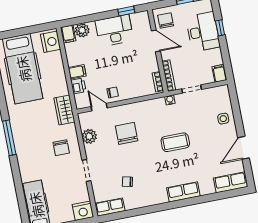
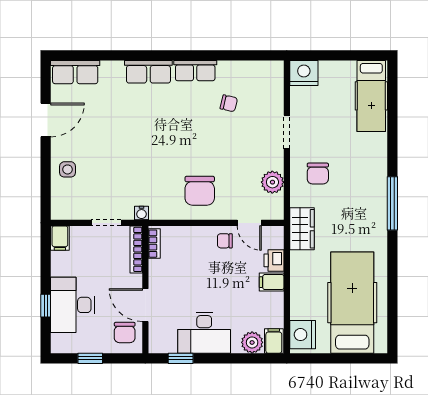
chair: (127, 133) -> (200, 191), moved
coffee table: (175, 142) -> (146, 148), removed
chair: (61, 148) -> (318, 174), turned 180
row of seats: (110, 207) -> (195, 71), moved

